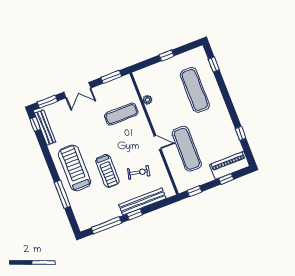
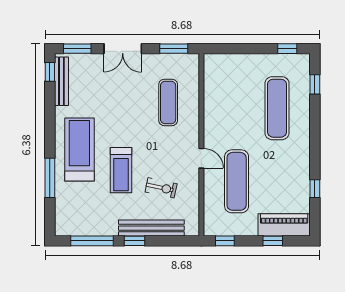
window: (166, 56) -> (287, 49), moved
plant: (147, 100) -> (210, 97), removed
exercise mat: (121, 114) -> (168, 102), turned 90

